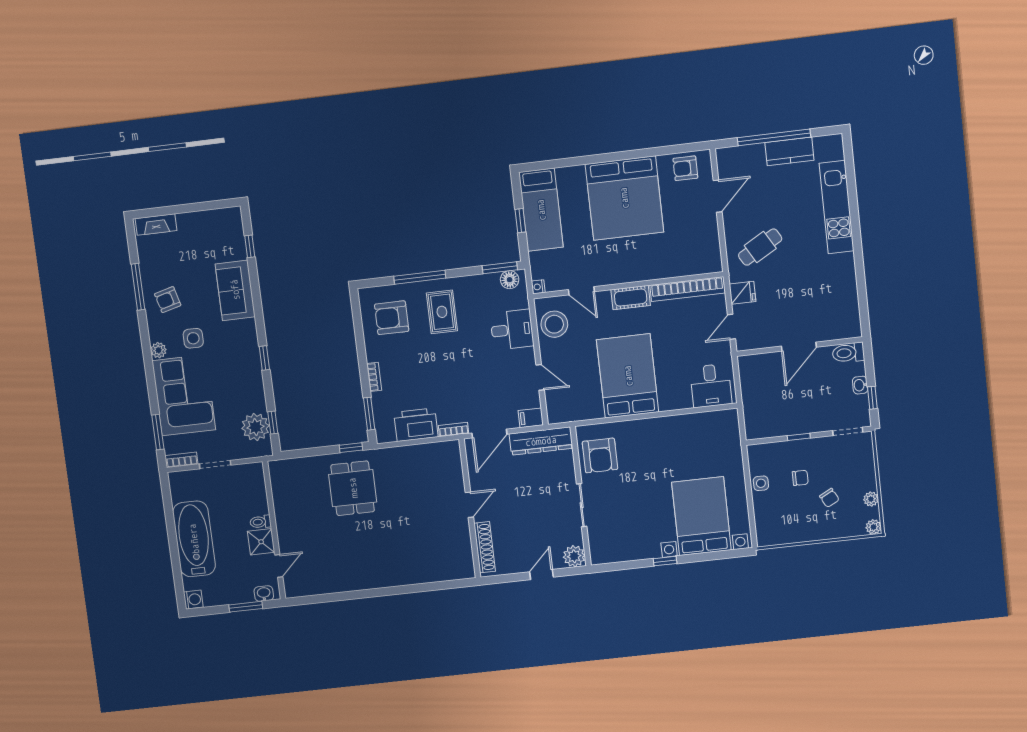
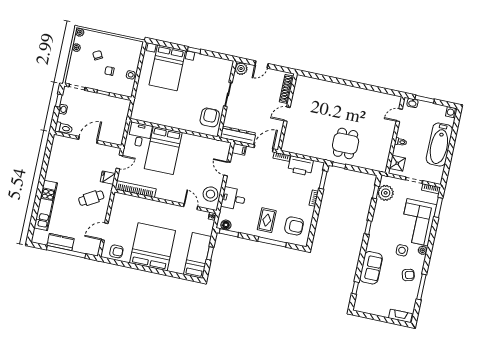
cot: (631, 298) -> (166, 195), removed
bed: (628, 376) -> (163, 150), moved
shower: (261, 542) -> (397, 163), moved

